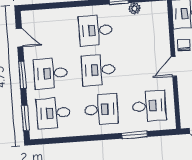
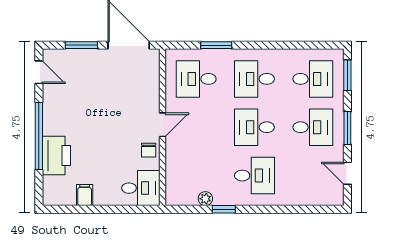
desk: (98, 70) -> (254, 127), turned 180

